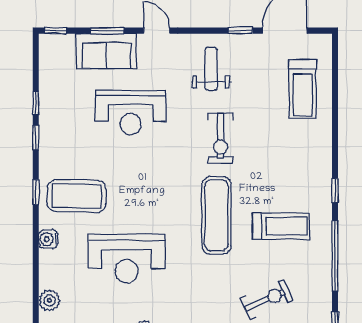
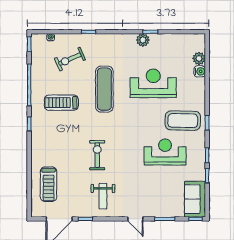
sofa: (107, 51) -> (195, 199), moved, turned -90
treadmill: (303, 89) -> (49, 184), turned 180
reception desk: (131, 113) -> (165, 152), moved
exercise mat: (216, 215) -> (104, 89), moved
water cooler: (48, 239) -> (200, 71), moved

